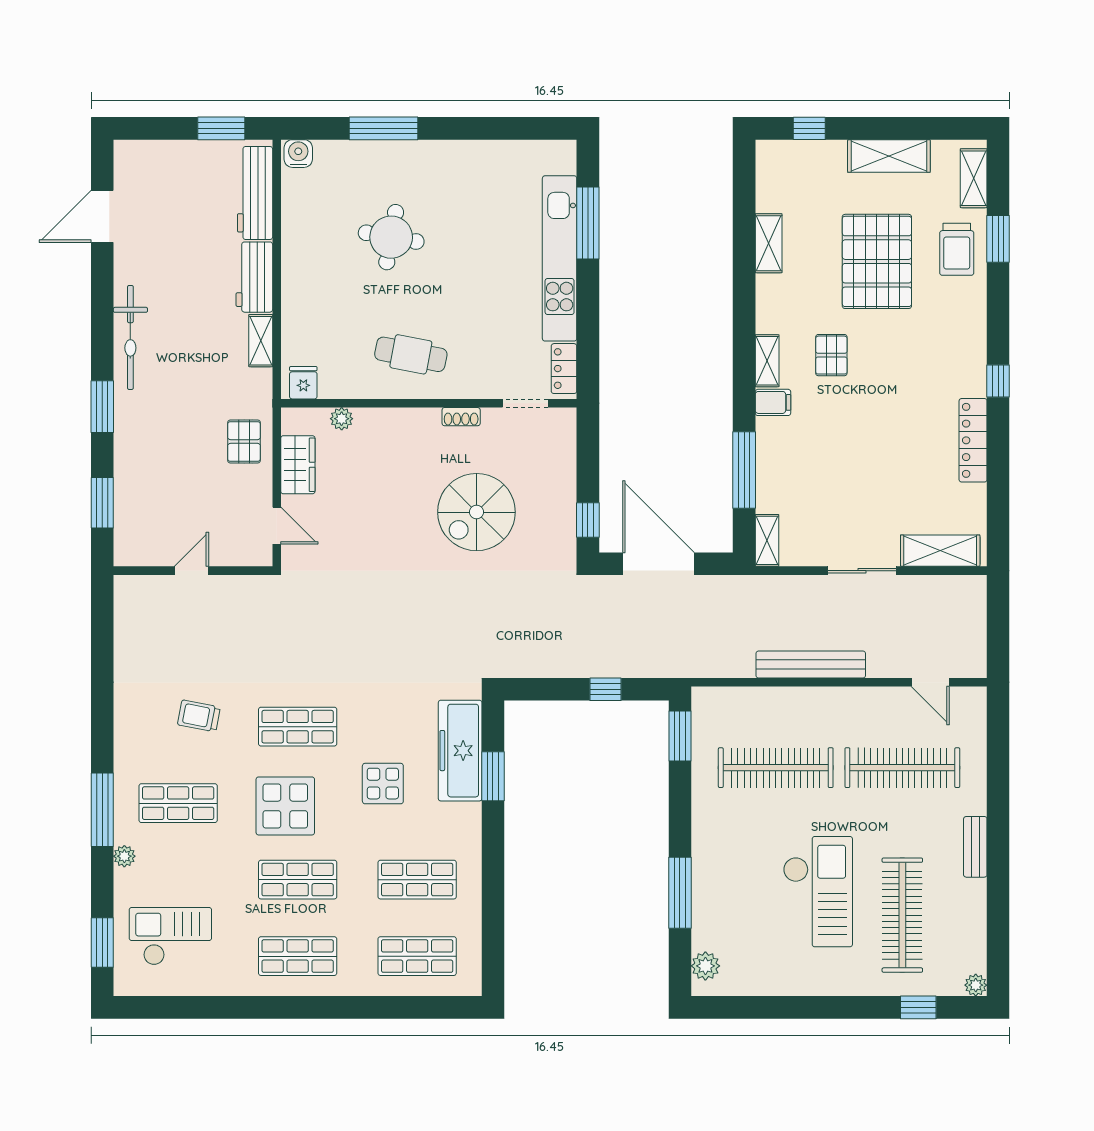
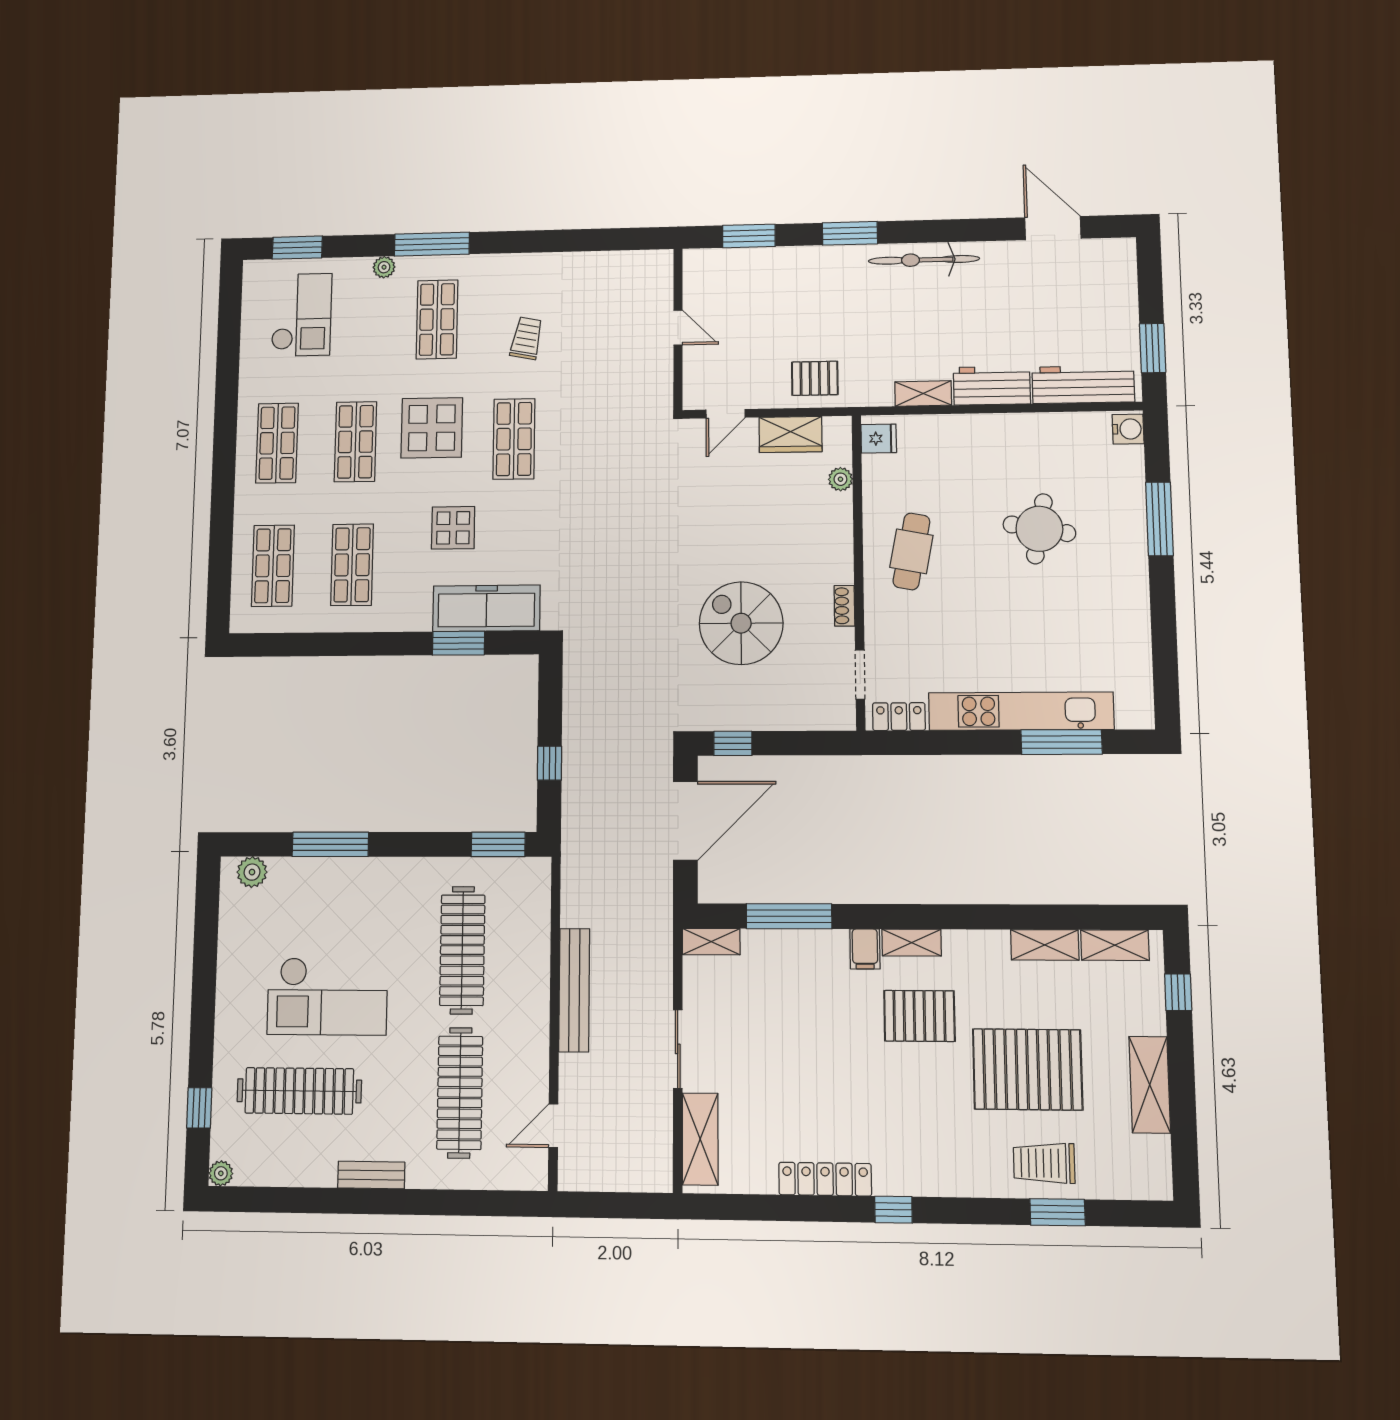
shelving: (974, 178) -> (1115, 945), moved
pallet: (831, 355) -> (919, 1016), width x1.50, depth x1.42

